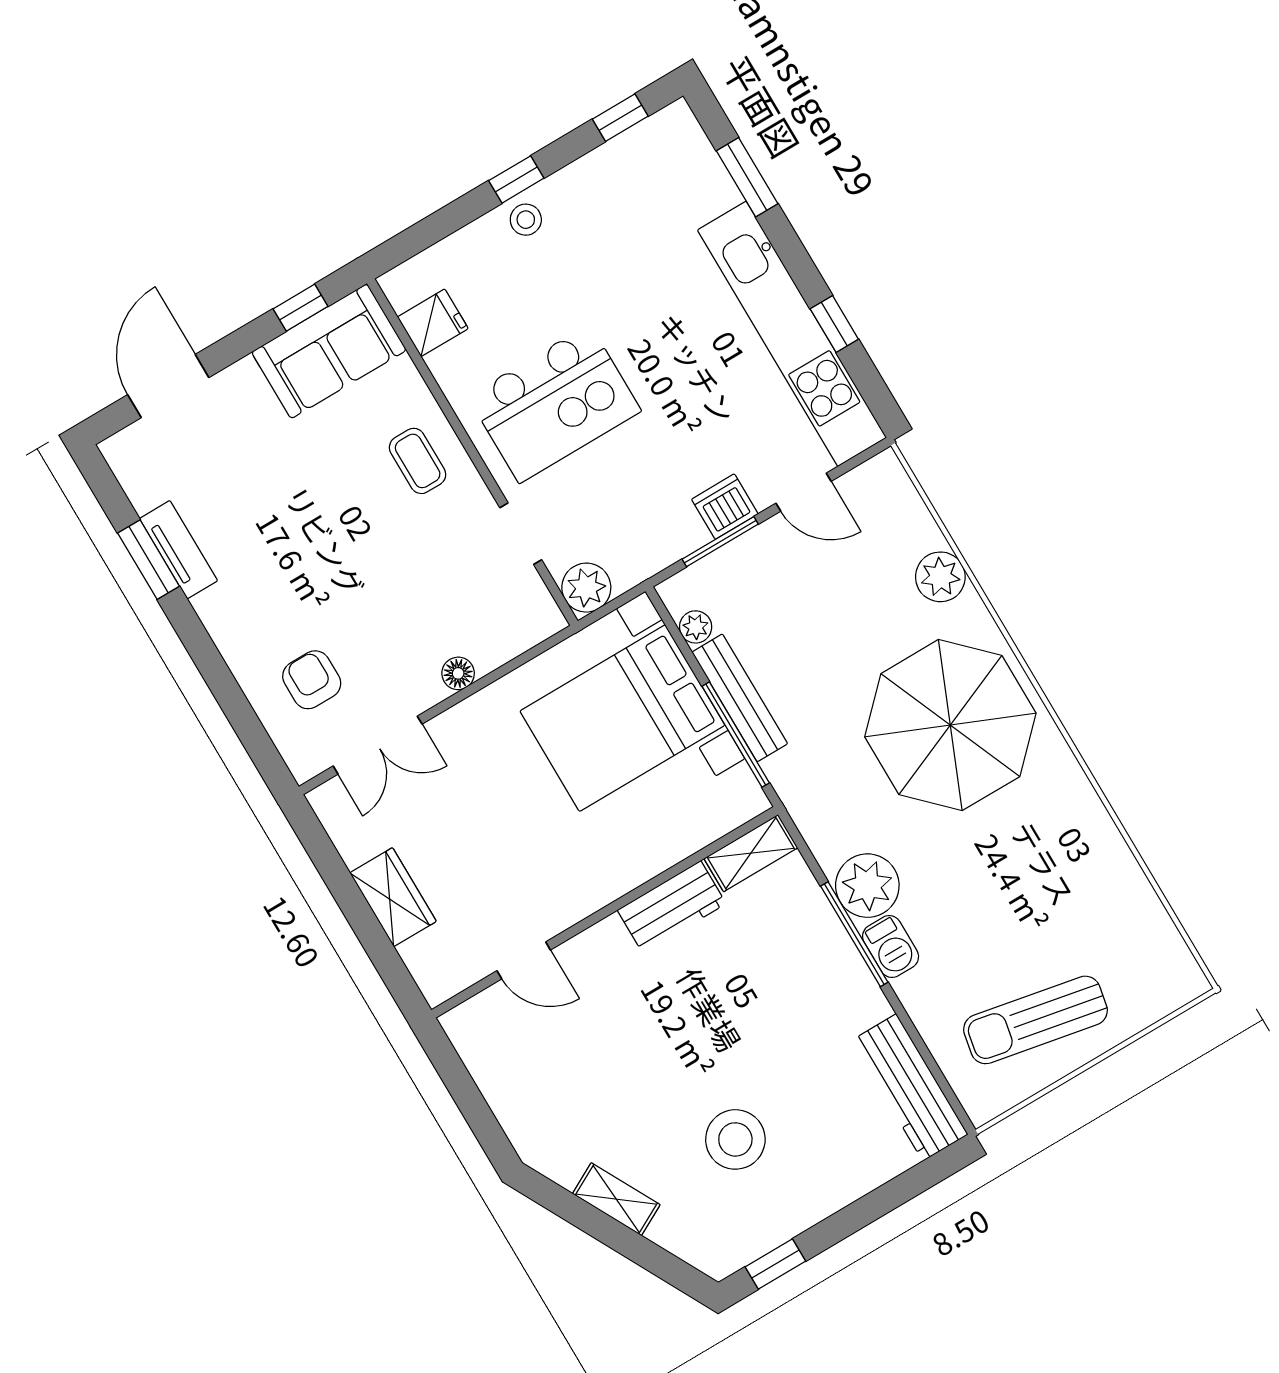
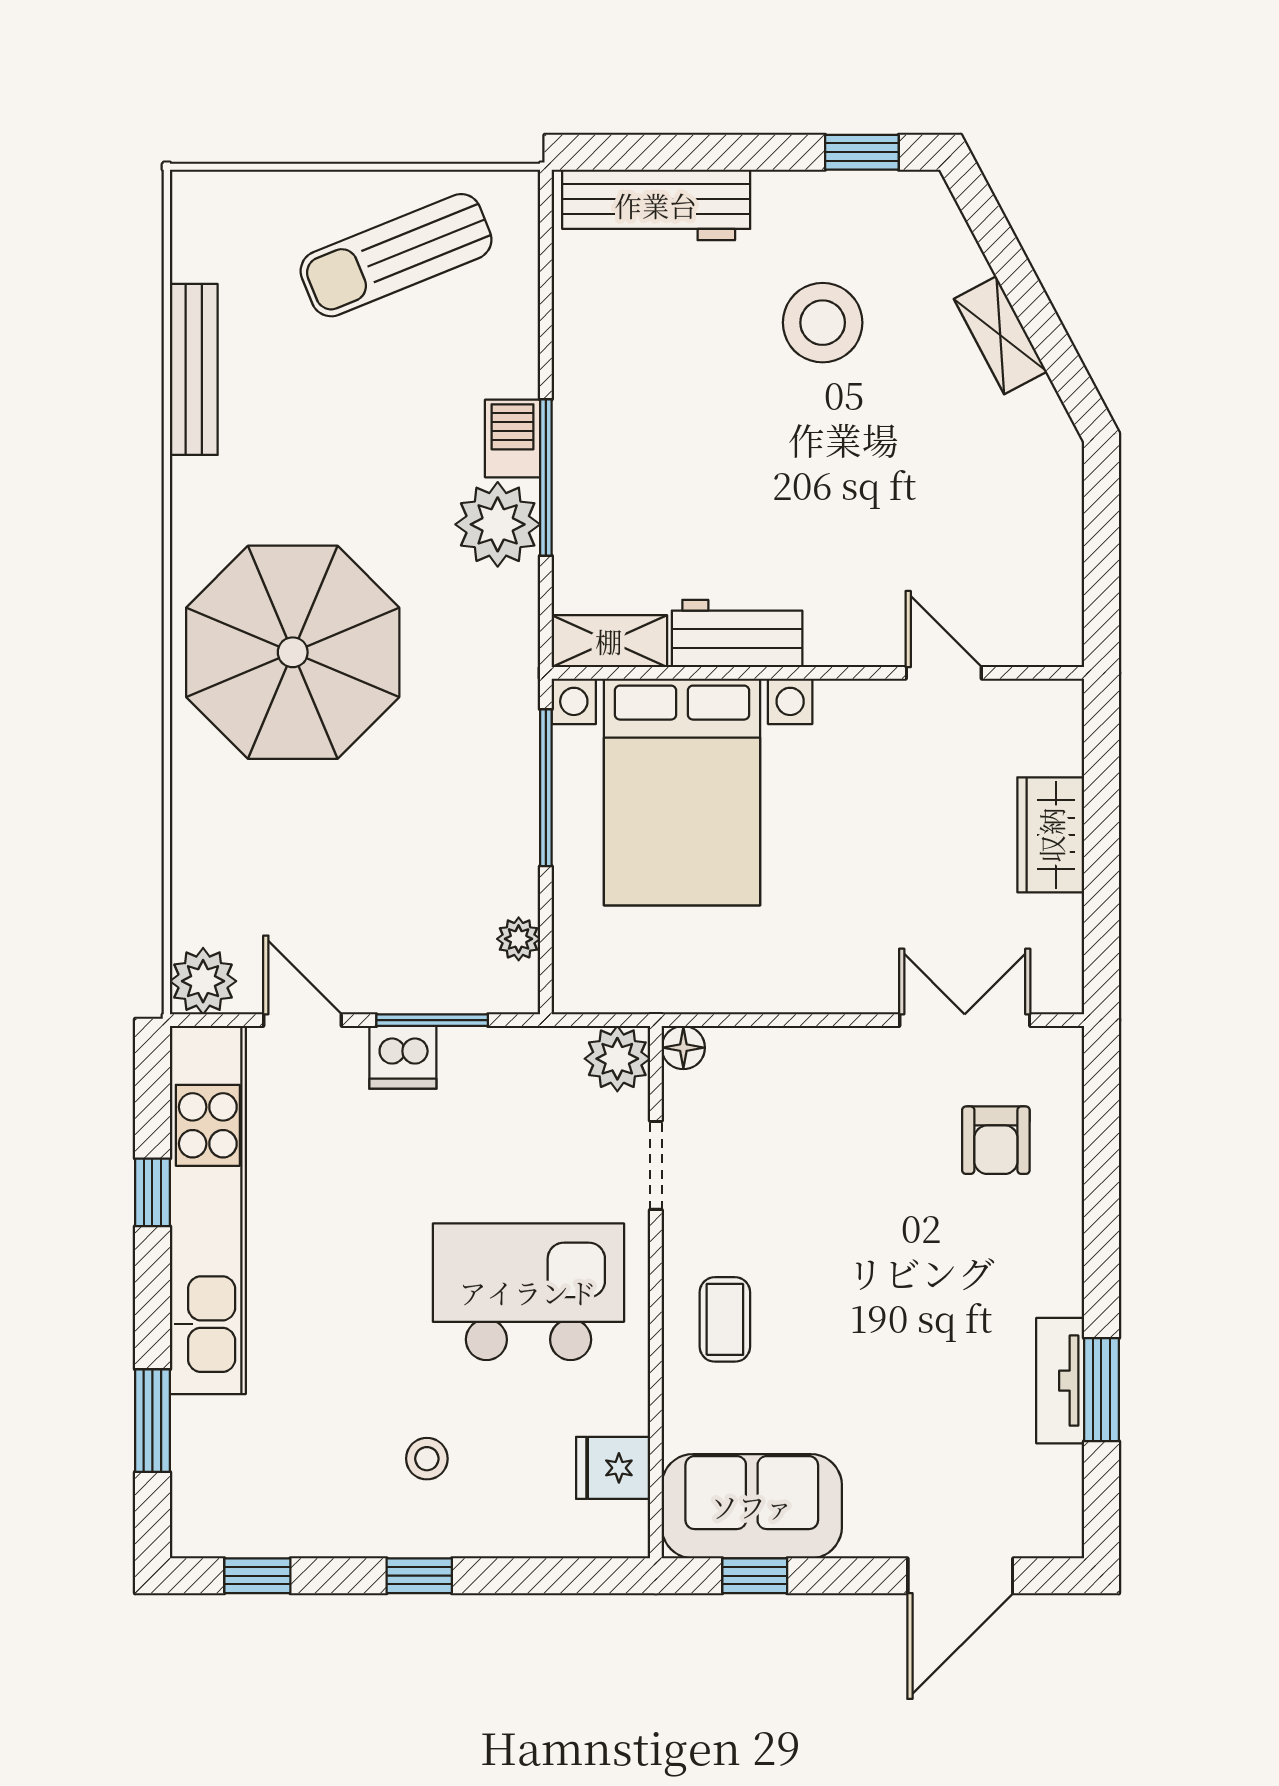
stool: (526, 220) -> (427, 1459), moved
plant: (940, 577) -> (203, 981), moved
floor lamp: (458, 673) -> (683, 1048), moved
bench: (740, 698) -> (194, 369), moved
bed with nightstands: (622, 718) -> (682, 792), moved, turned 90
sun lounger: (1036, 1020) -> (396, 255), turned 147
workbench: (910, 1087) -> (656, 205), moved, turned 90

